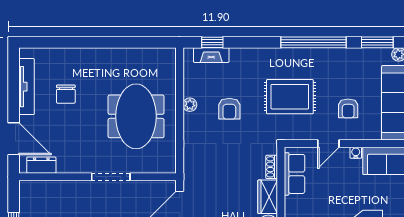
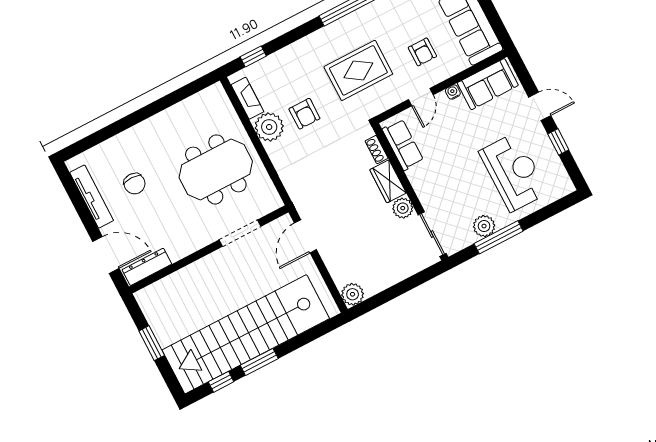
fireplace: (211, 55) -> (247, 98), moved, turned -90
plant: (190, 105) -> (269, 127), width x1.88, depth x1.88
meeting table: (136, 116) -> (216, 169), turned 90
dresser: (41, 165) -> (147, 267), width x1.44
doorway: (111, 177) -> (240, 233), moved

